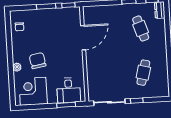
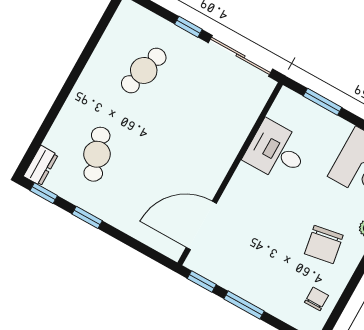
door: (83, 38) -> (201, 225), moved
chair: (38, 61) -> (324, 245), moved
desk: (69, 90) -> (276, 151), moved, turned -90

